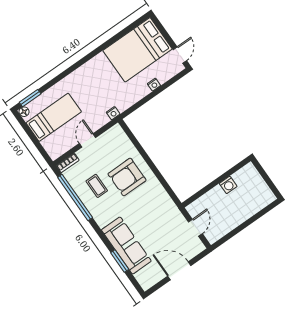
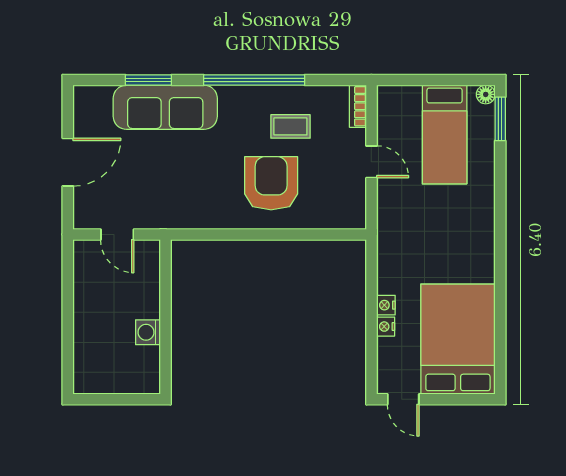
nightstand: (113, 113) -> (386, 305), moved
window: (75, 198) -> (254, 80), moved

